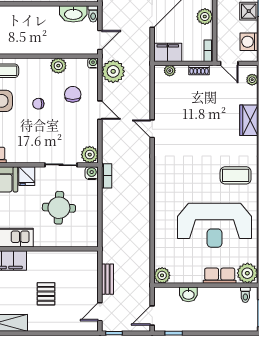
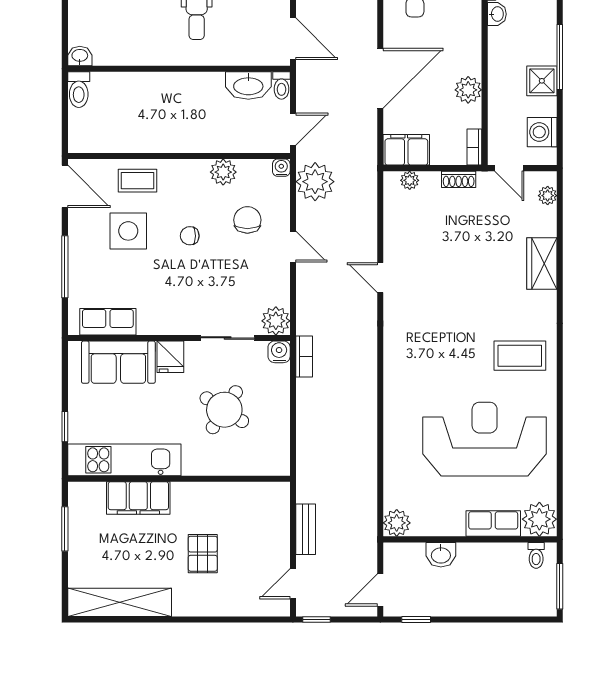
round table: (59, 208) -> (224, 410), turned 30
reception desk: (215, 225) -> (485, 439), turned 180

